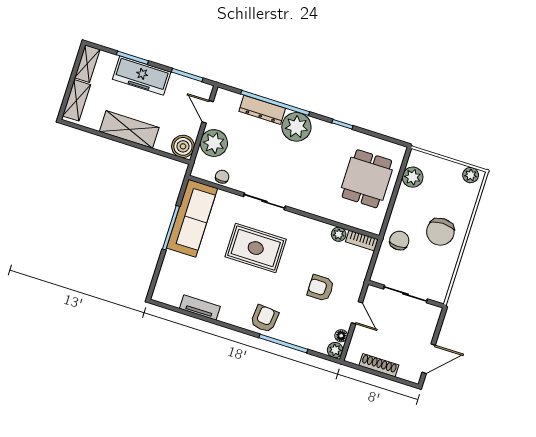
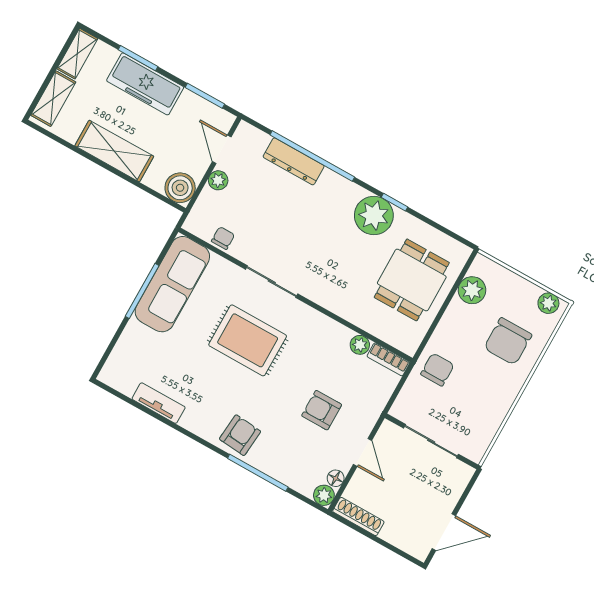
plant: (296, 127) -> (374, 215), moved
plant: (214, 143) -> (218, 180), width x0.53, depth x0.53
chair: (440, 232) -> (508, 341), moved
shoe rack: (379, 365) -> (358, 517), moved

